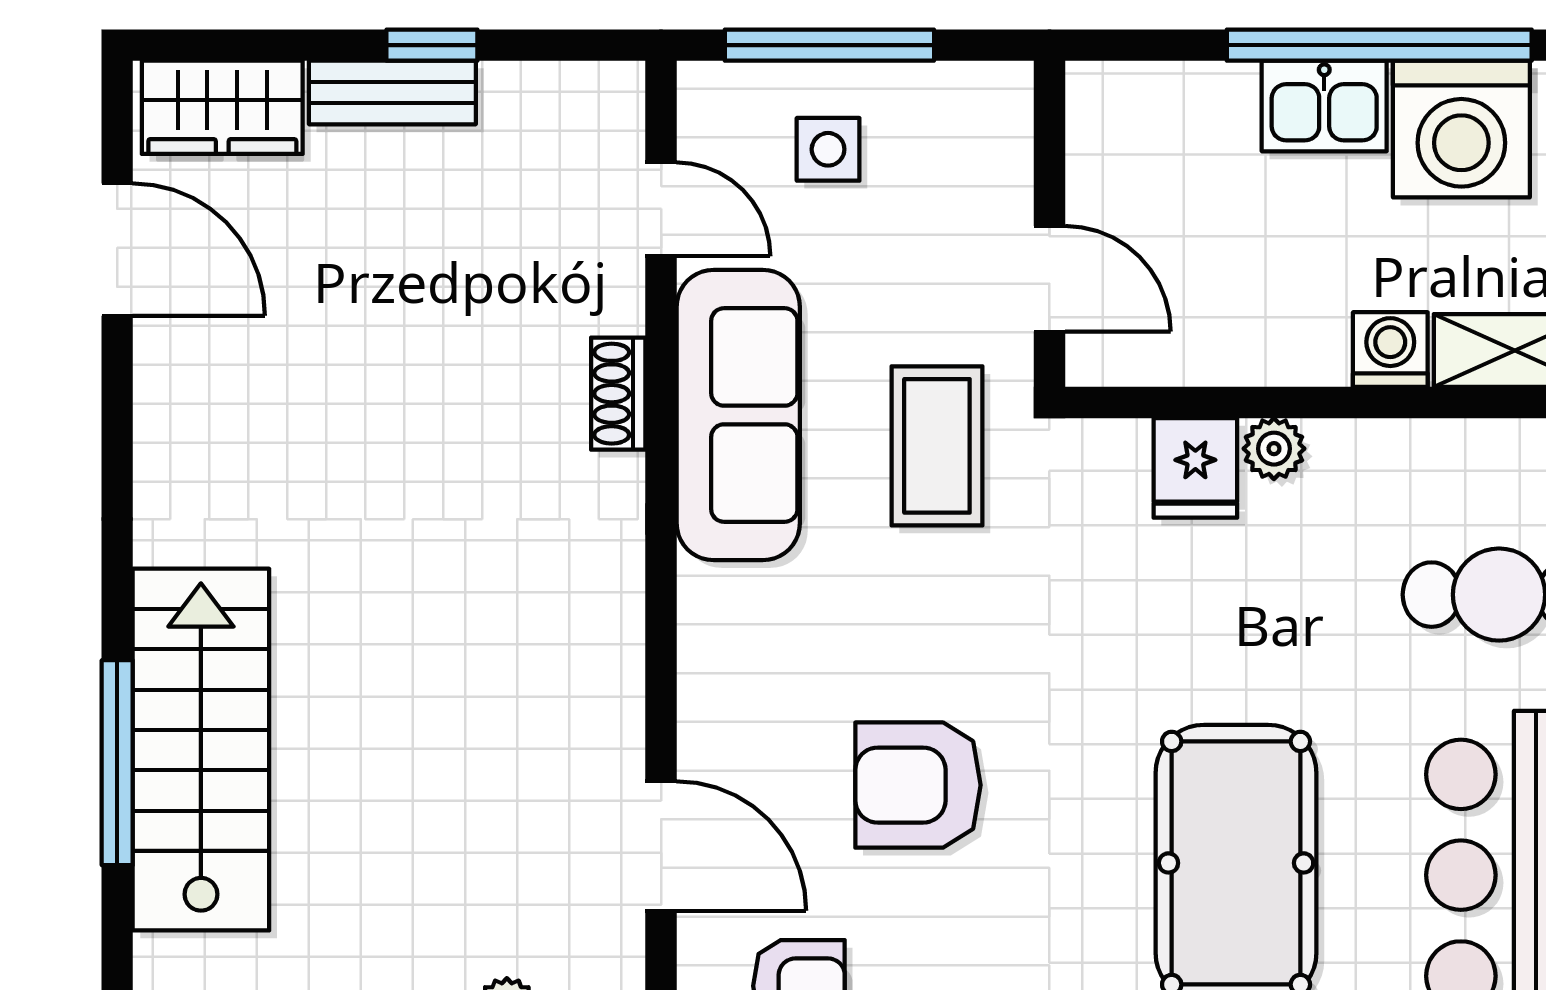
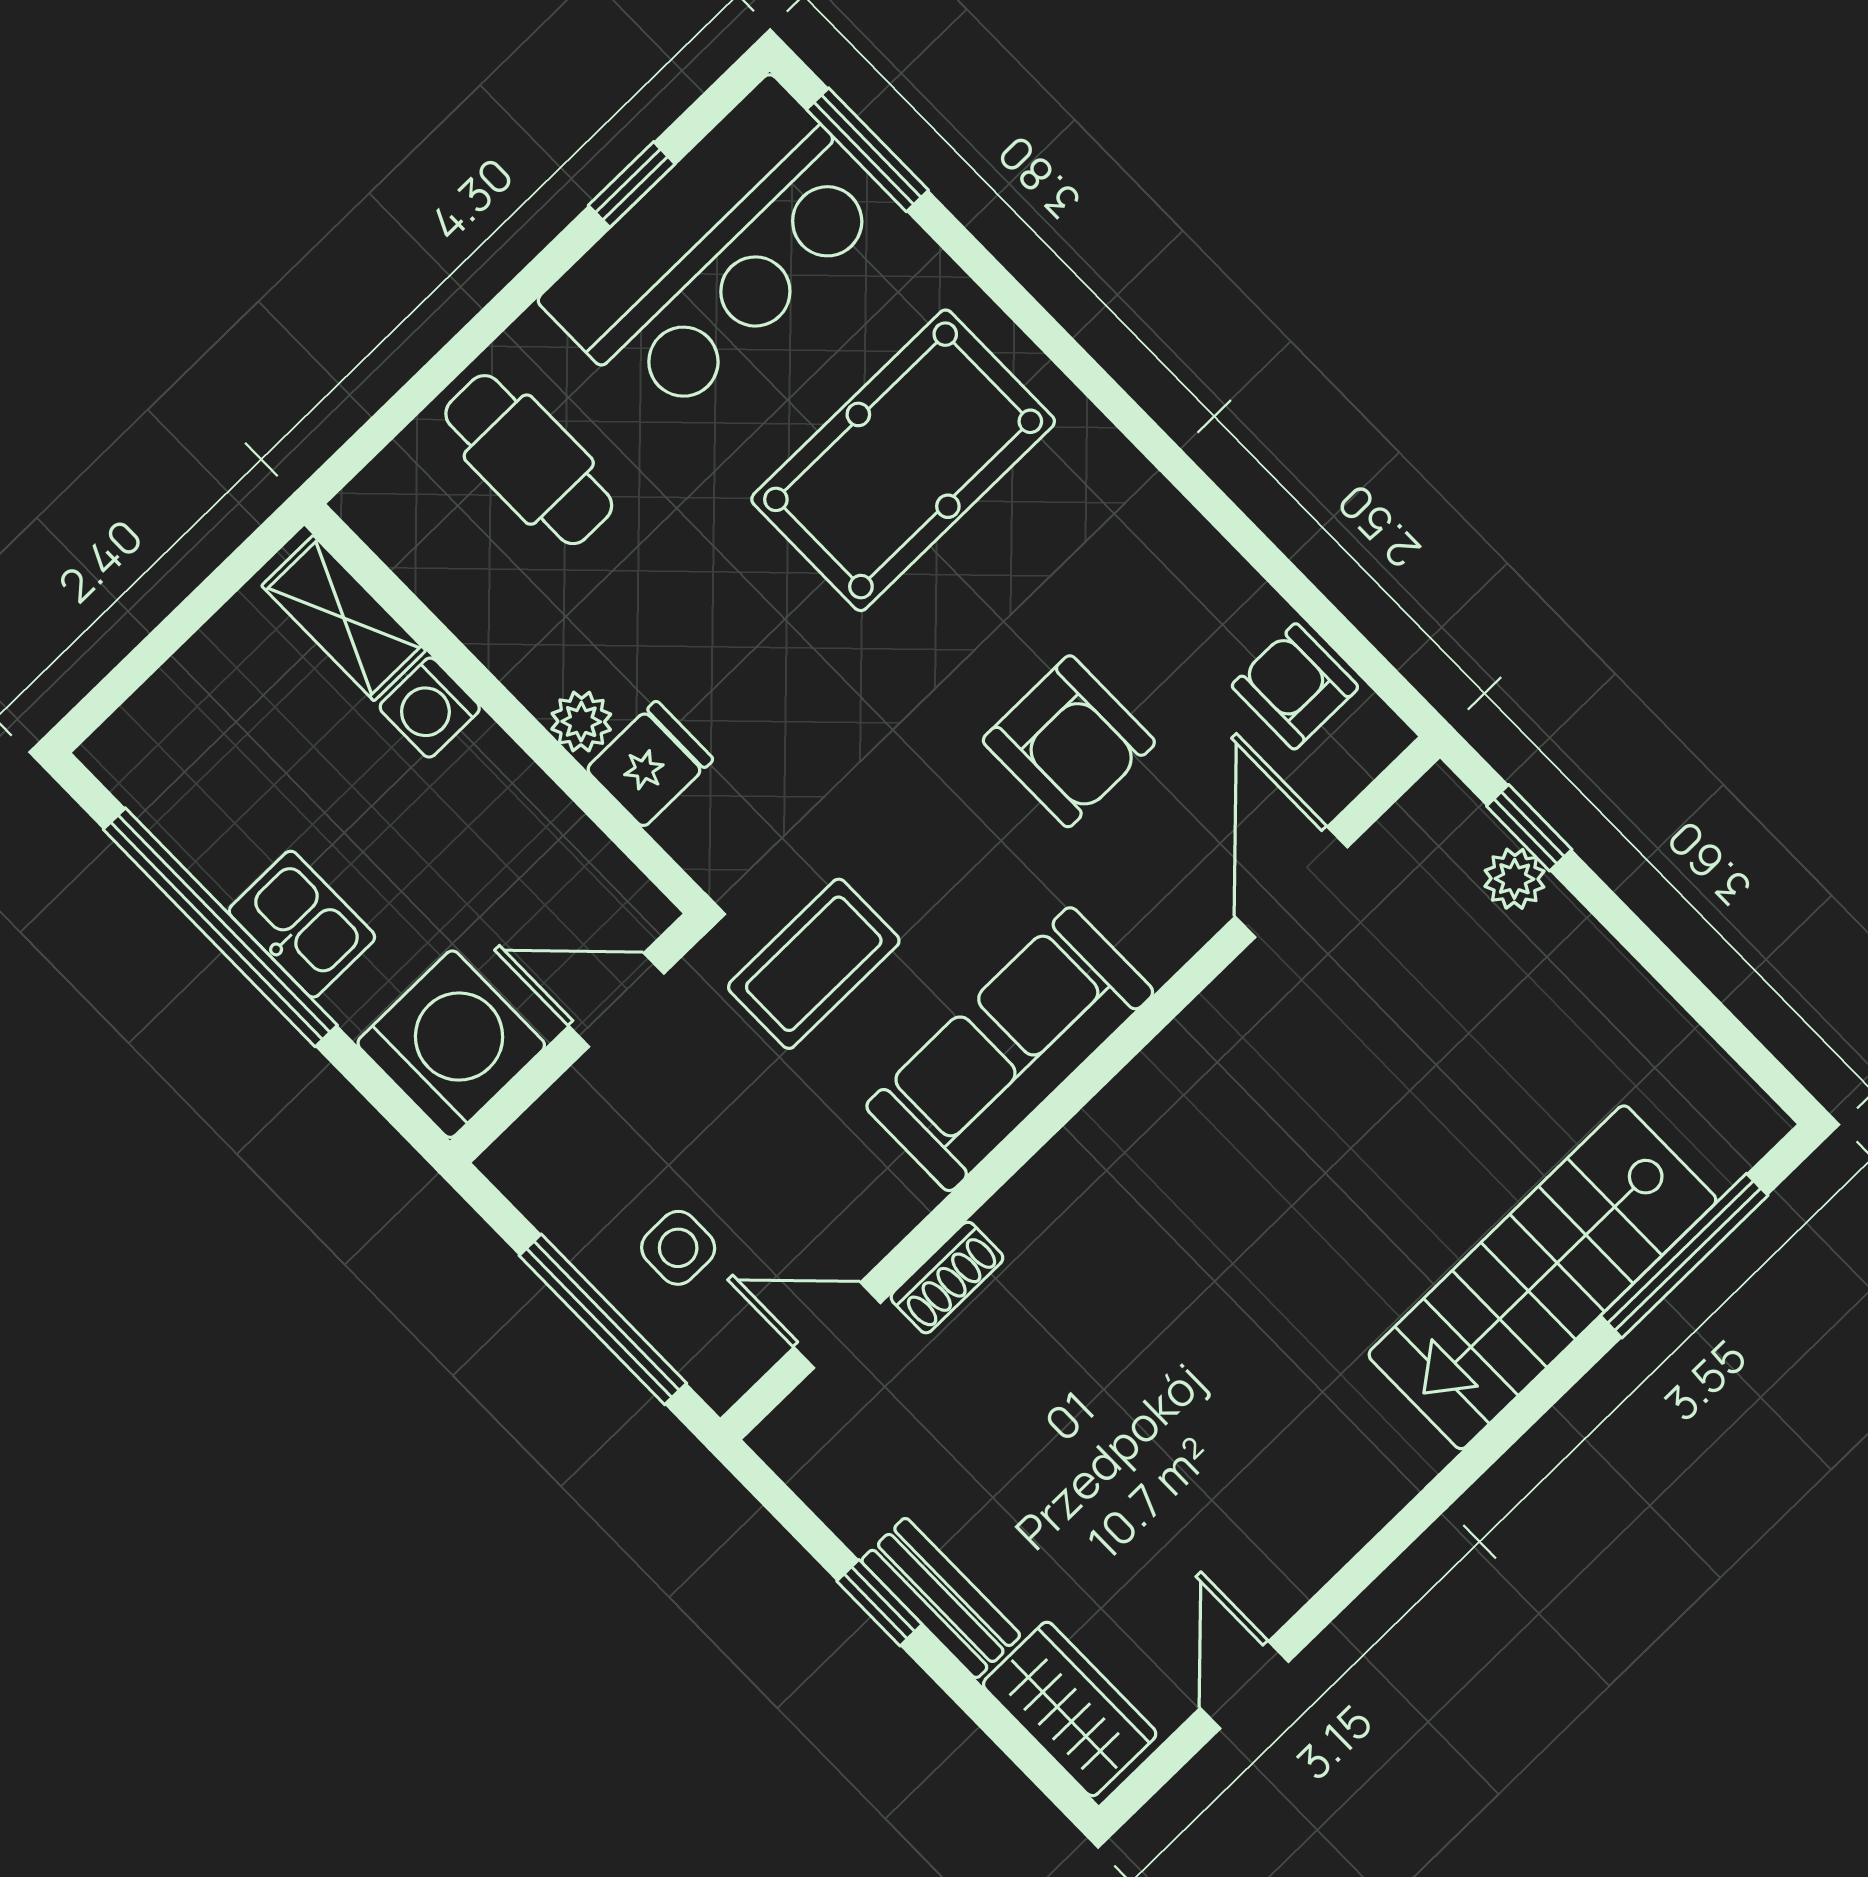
washing machine: (1461, 129) -> (451, 1044), moved
door: (661, 209) -> (837, 1325), hinge flipped
door: (117, 250) -> (1244, 1685), width x0.73
door: (1049, 279) -> (616, 1000), hinge flipped
shoe rack: (618, 394) -> (947, 1278), moved
sofa: (738, 415) -> (1010, 1049), moved
window: (117, 763) -> (1684, 1256), moved

